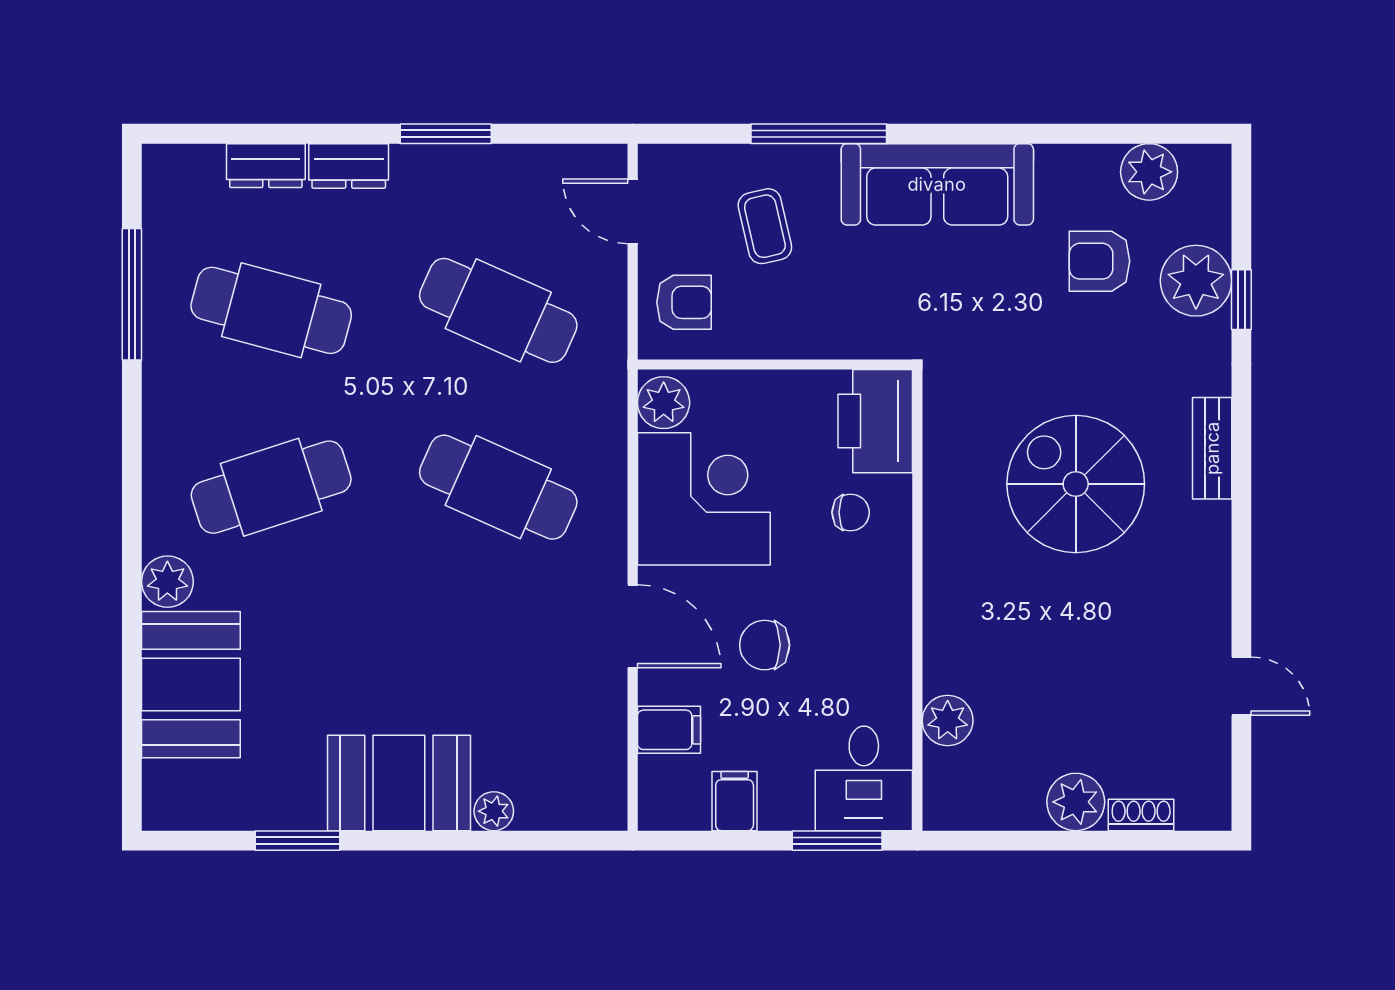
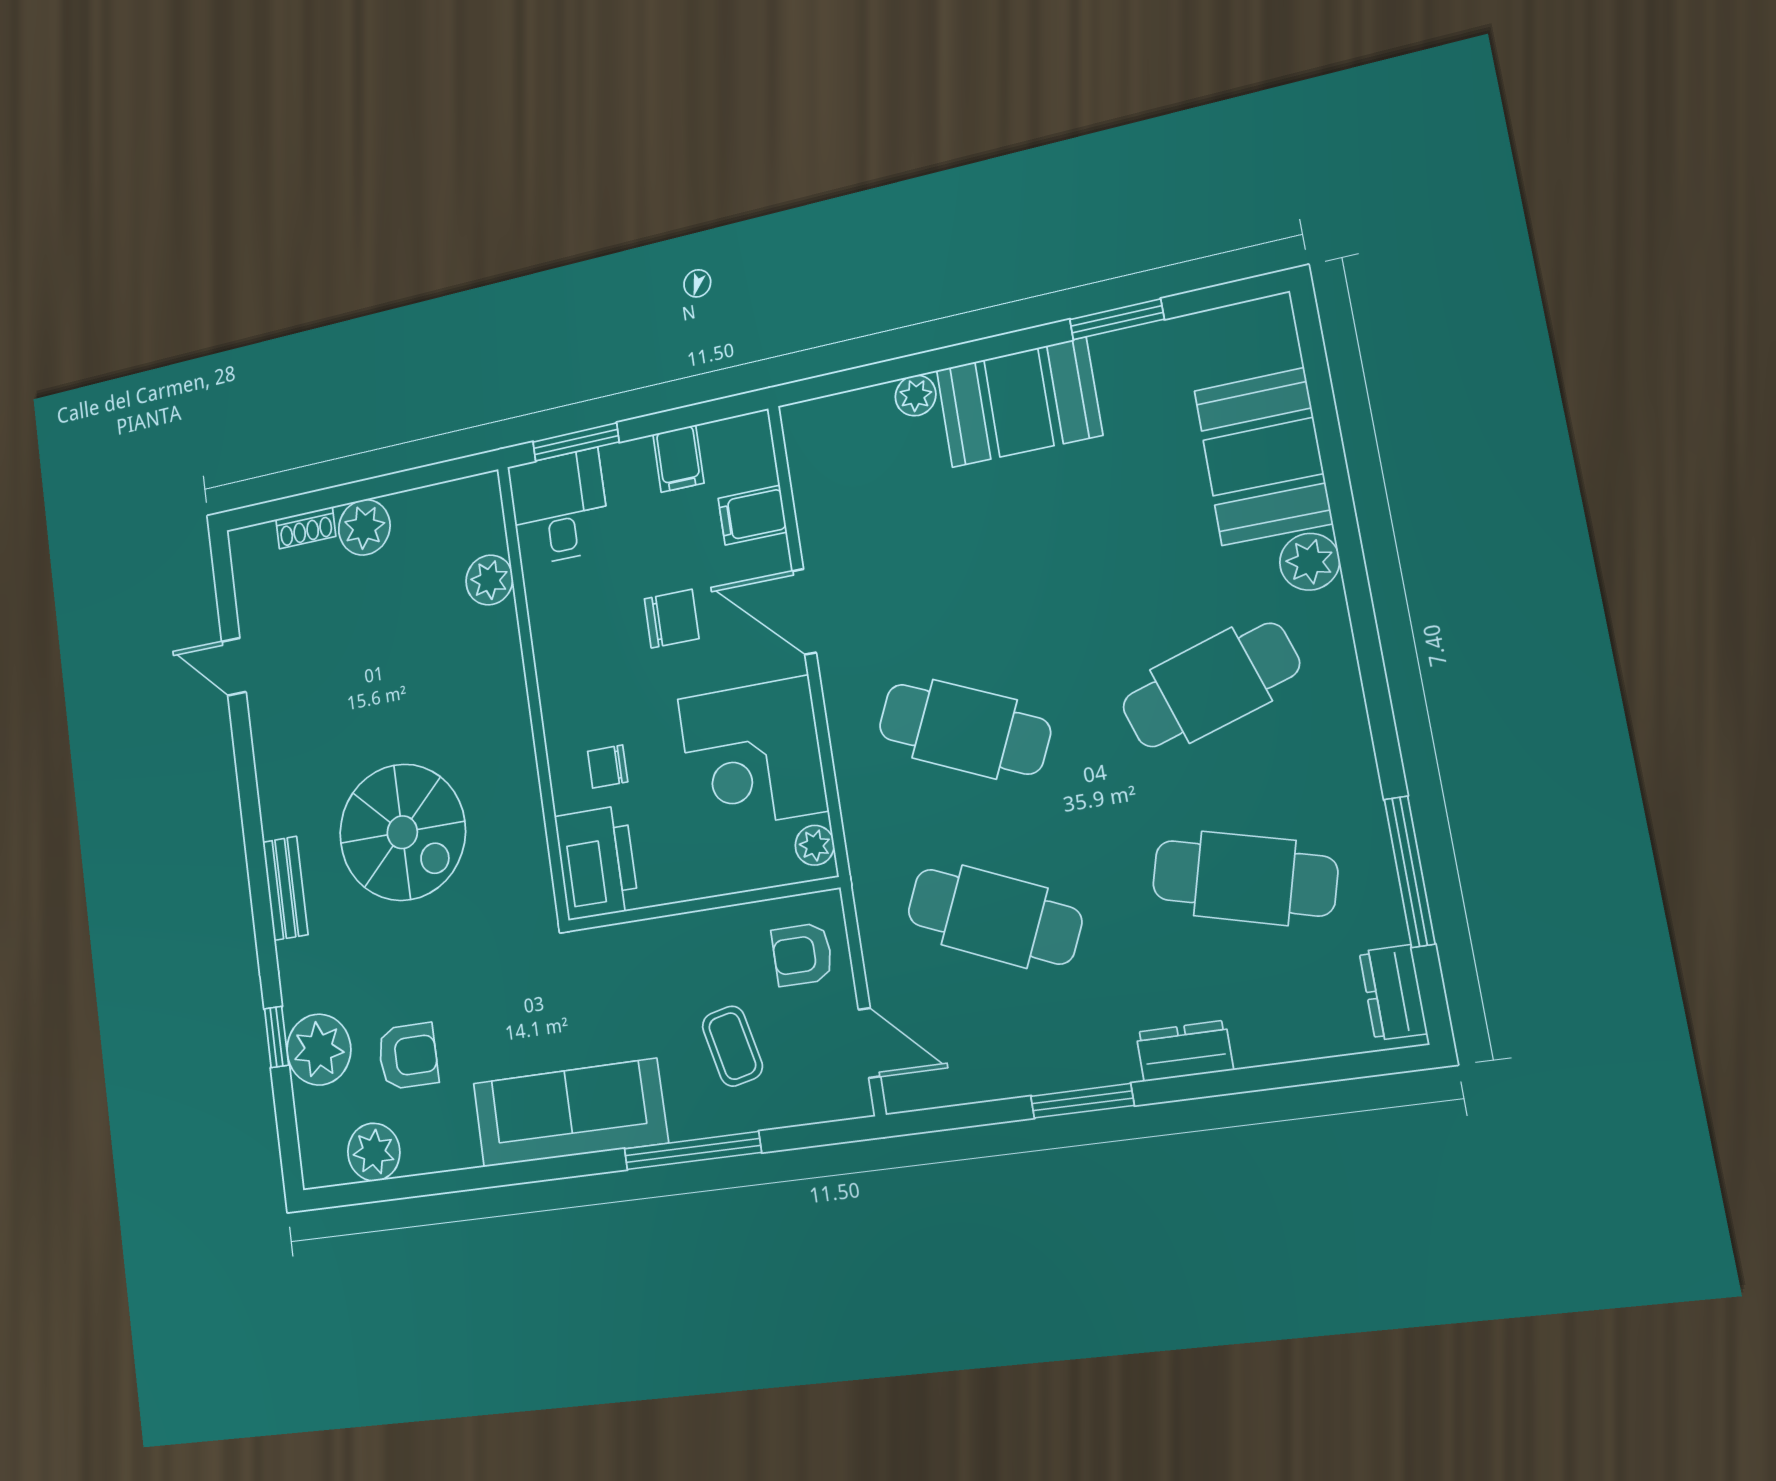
dresser: (266, 166) -> (1393, 993), moved, turned -90
plant: (664, 403) -> (815, 845), width x0.73, depth x0.73

